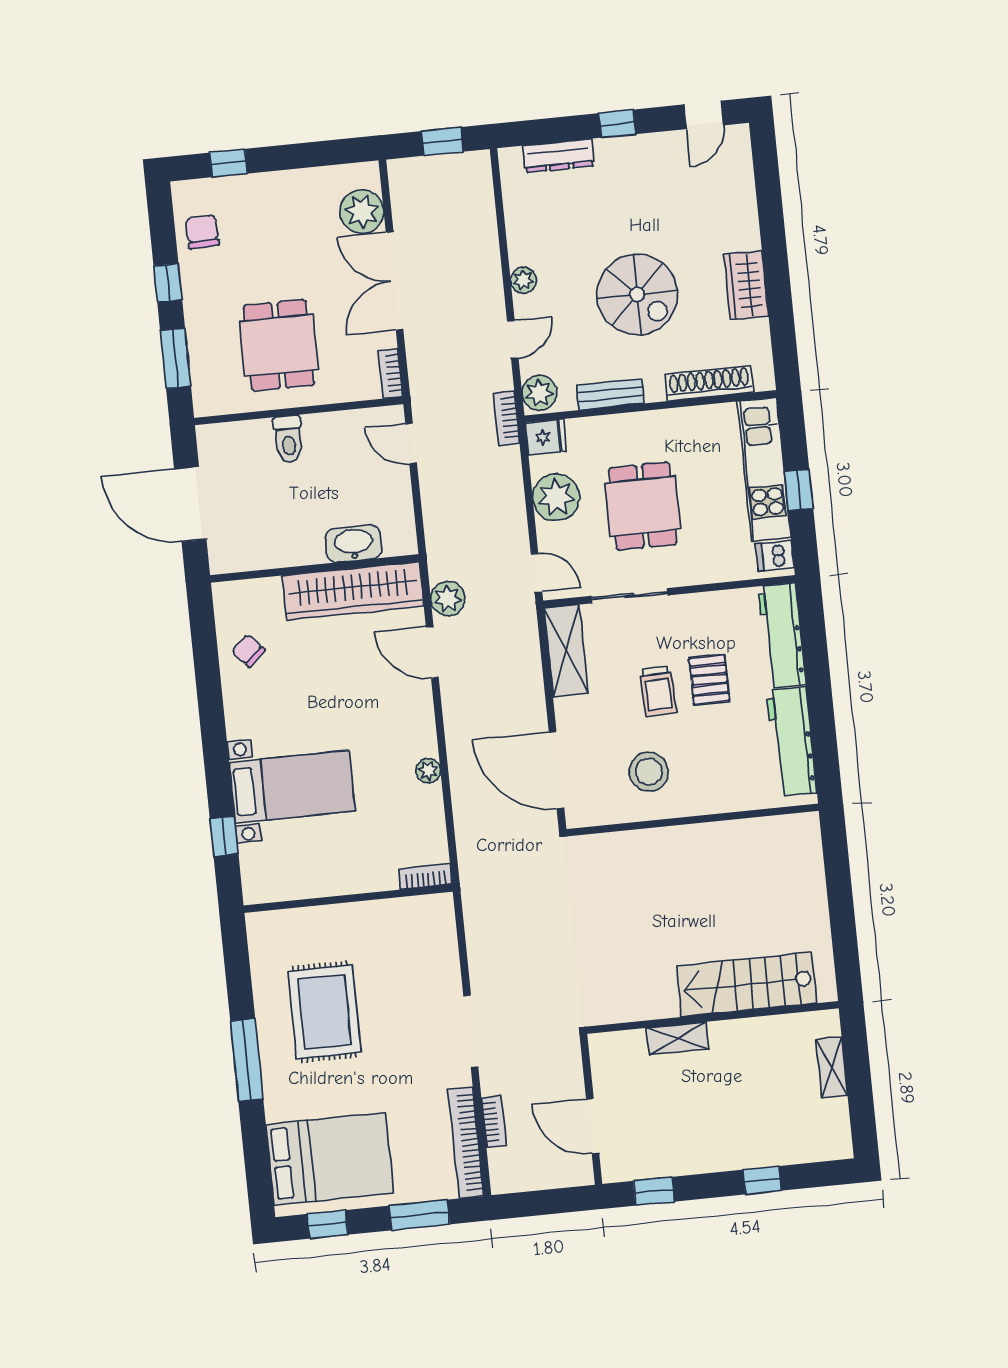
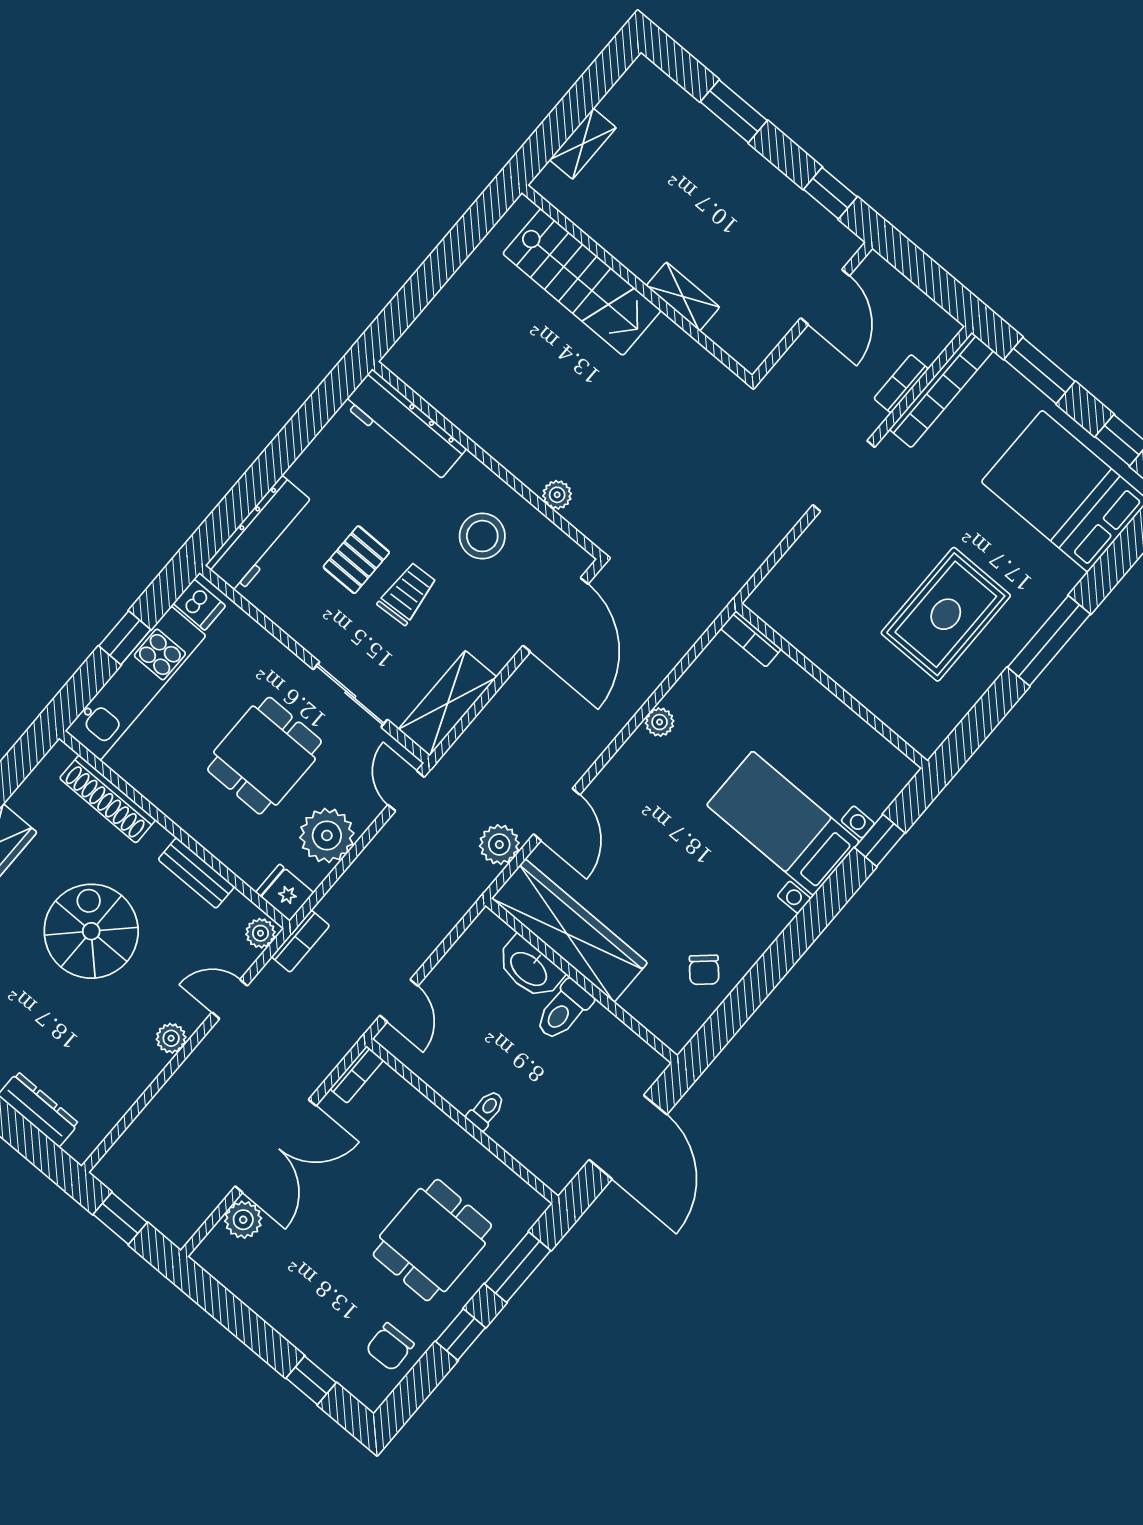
plant: (362, 212) -> (243, 1220), width x0.73, depth x0.73
dining table: (279, 345) -> (432, 1240), moved
plant: (539, 393) -> (260, 933), width x0.73, depth x0.73
toilet: (288, 439) -> (486, 1110), width x0.73, depth x0.72
toilet: (307, 540) -> (564, 1010), added
workbench: (792, 742) -> (405, 426), moved, turned 90
plant: (630, 843) -> (557, 495), added
window: (762, 1180) -> (734, 111), width x1.50

